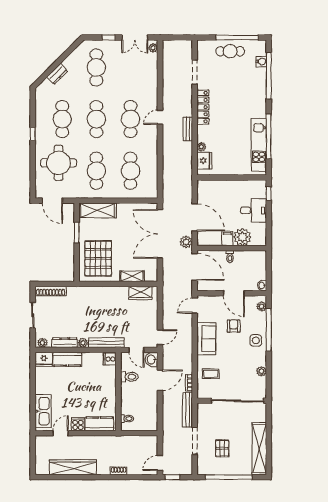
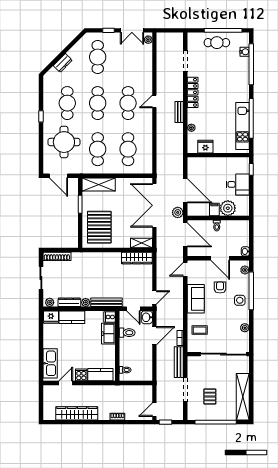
fridge: (204, 161) -> (205, 147), moved, turned -90
shelving: (132, 276) -> (142, 243), moved
wardrobe: (140, 293) -> (137, 258), width x1.50
freezer: (108, 378) -> (108, 334), added

